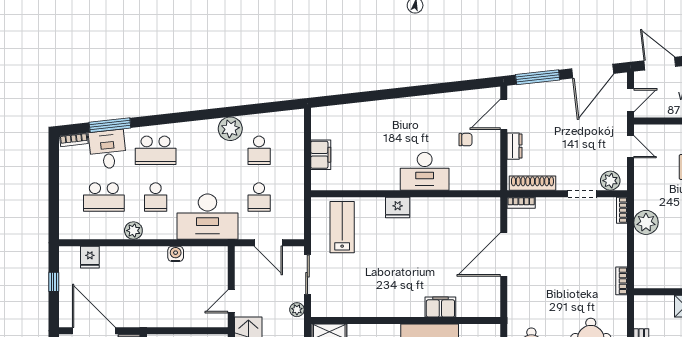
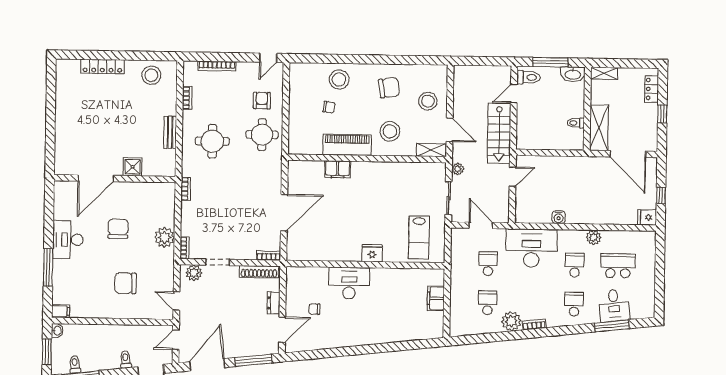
bookcase: (74, 140) -> (534, 324), moved
school desk: (156, 150) -> (574, 304), width x0.54
fridge: (90, 257) -> (647, 217), moved, turned -90

